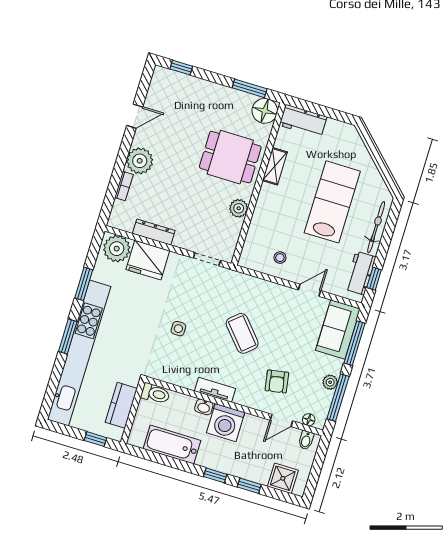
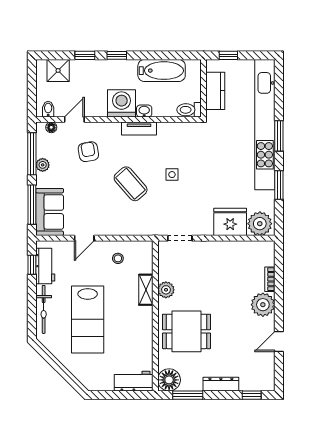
shelving: (275, 166) -> (146, 290), moved
dresser: (154, 232) -> (221, 384), moved, turned 180
side table: (178, 329) -> (172, 175), moved

